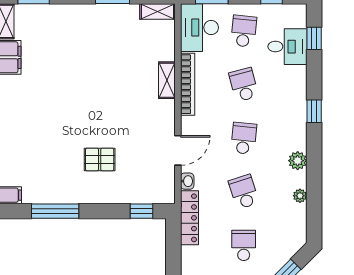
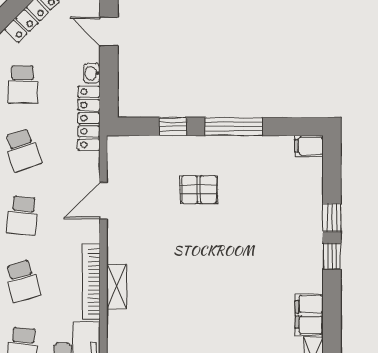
washbasin: (187, 181) -> (92, 73), moved
window: (55, 211) -> (234, 126), moved
window: (141, 211) -> (173, 126), moved

